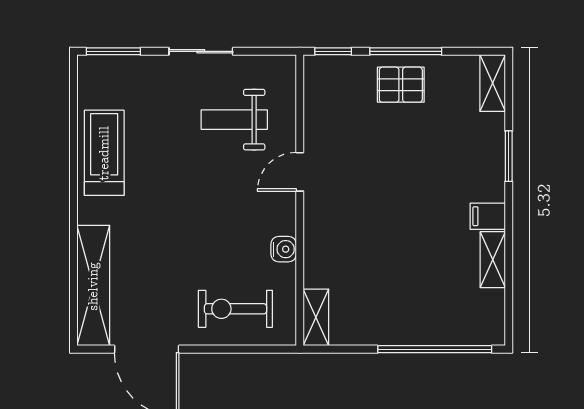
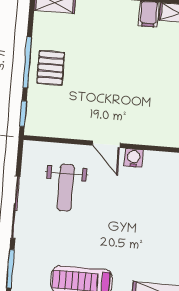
sliding door: (201, 51) -> (15, 207), width x1.37
water cooler: (284, 249) -> (134, 158), moved

